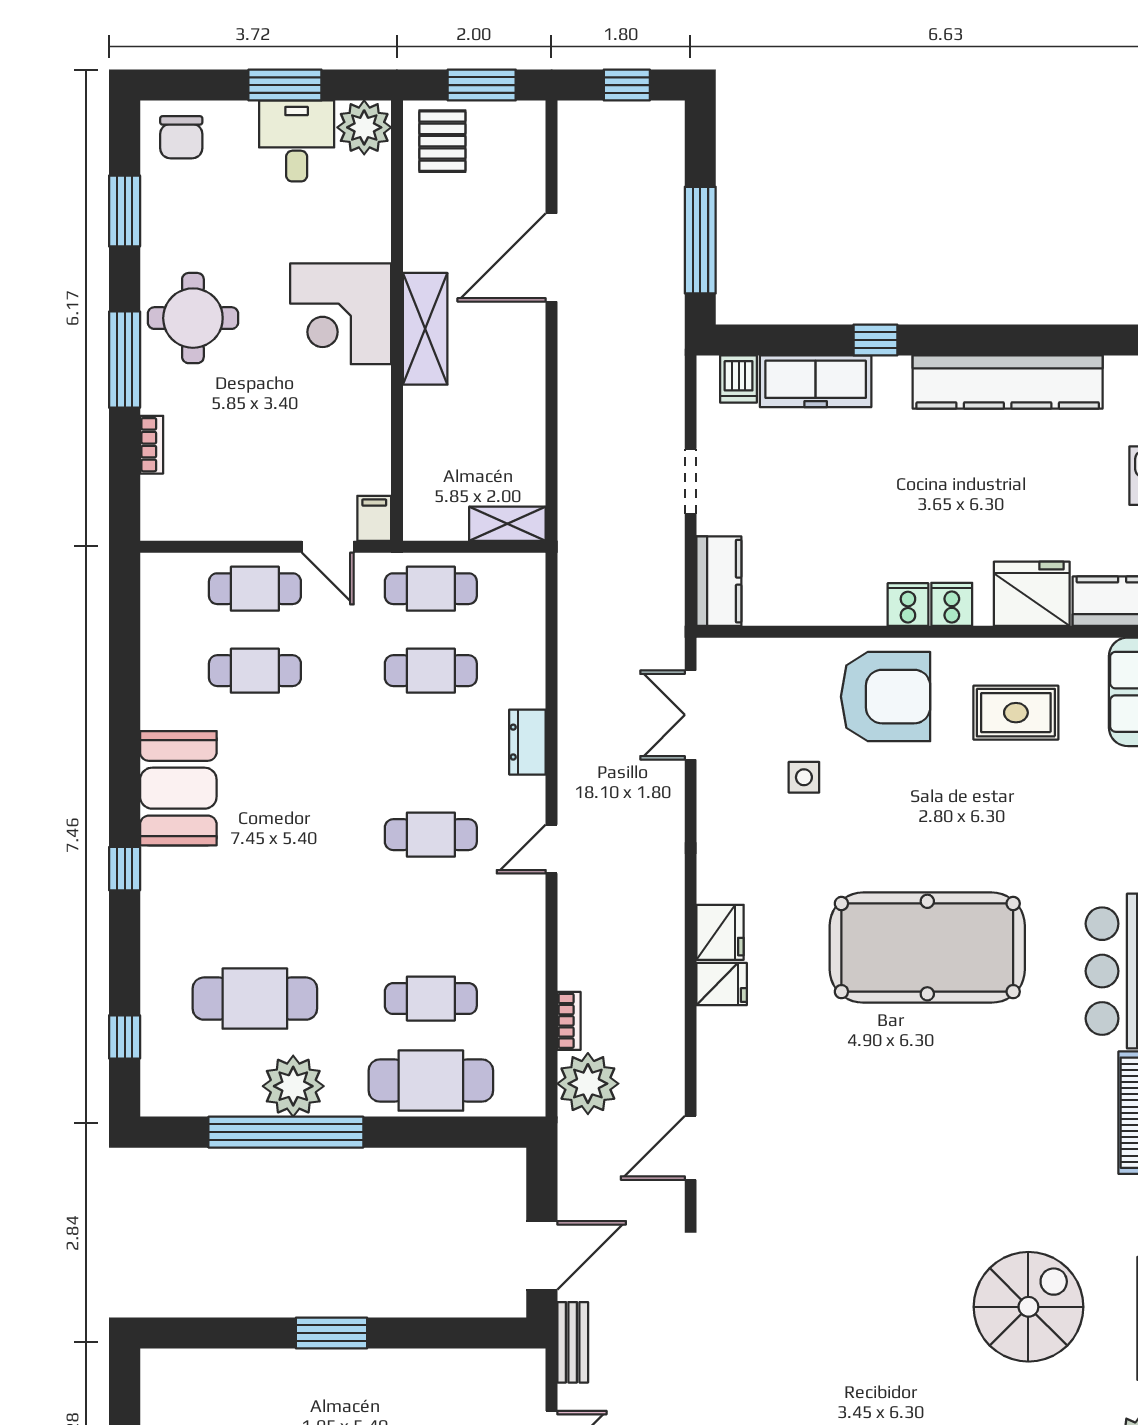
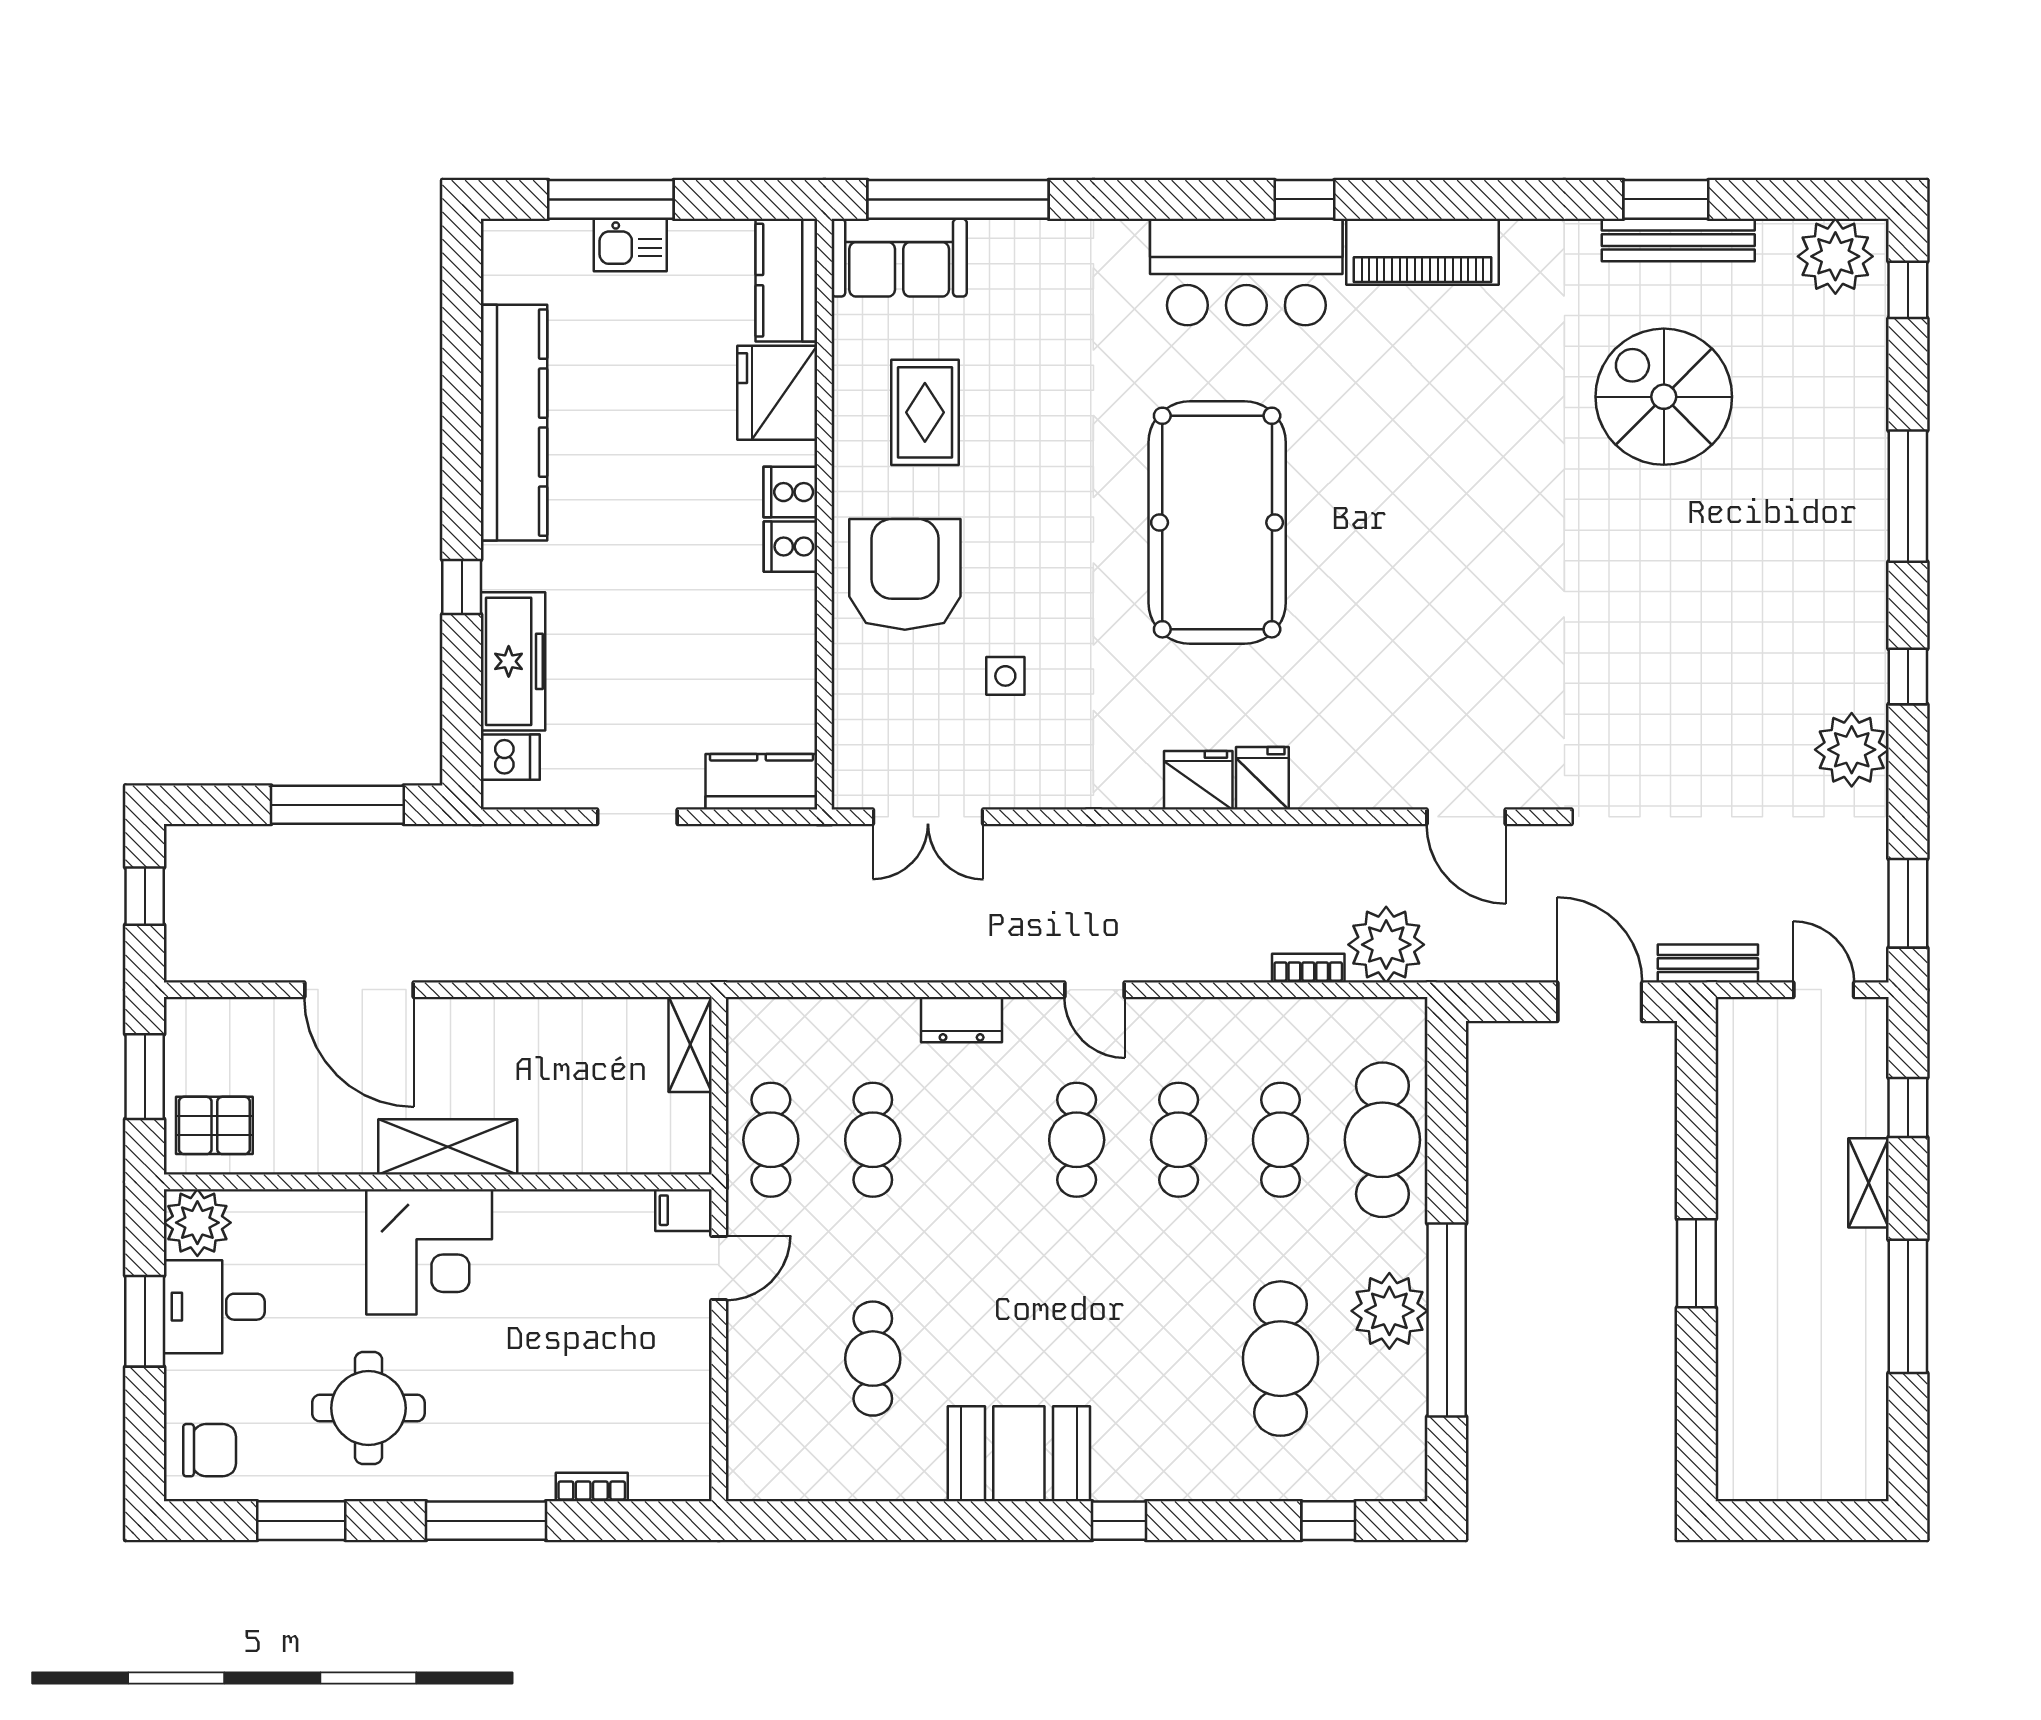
round table: (193, 318) -> (368, 1408), moved
cafe table: (255, 589) -> (1179, 1140), moved

